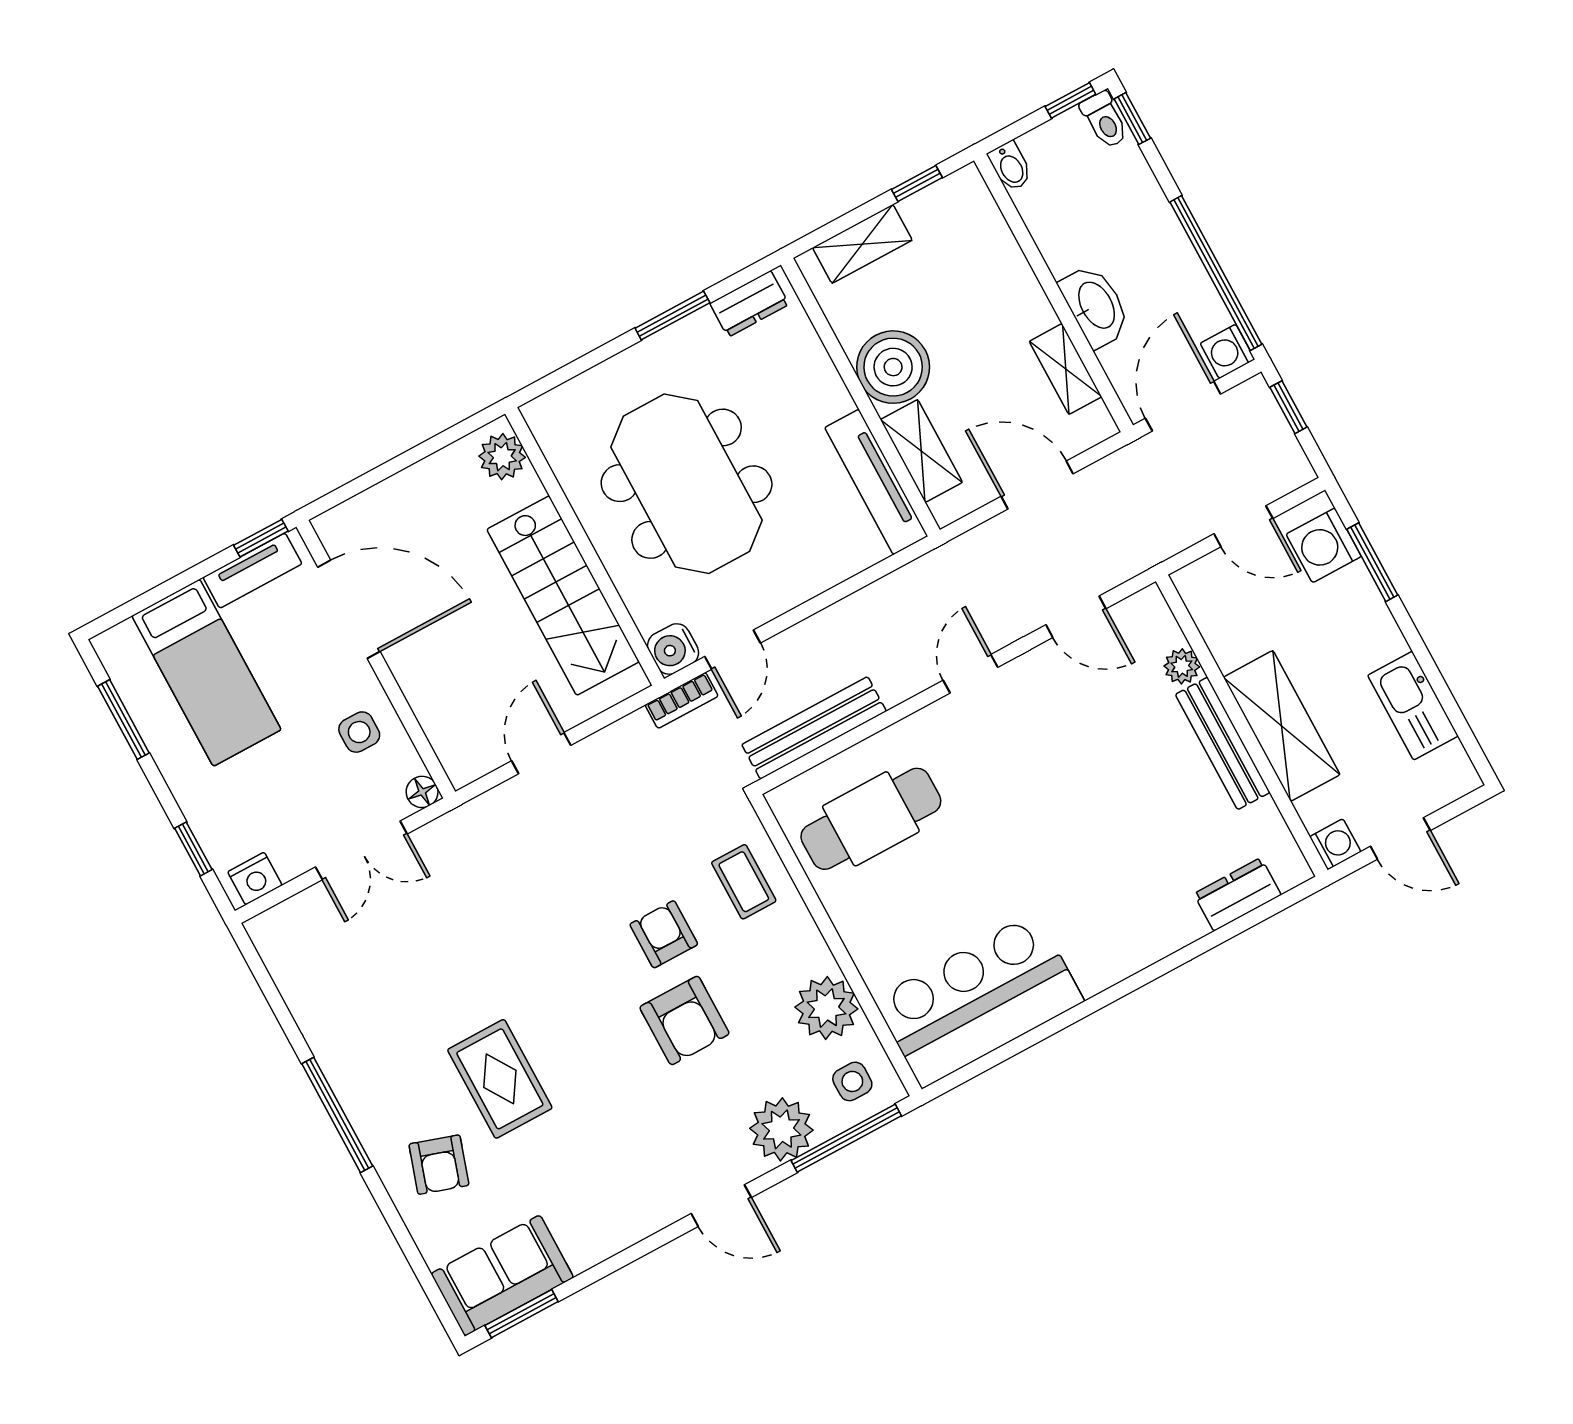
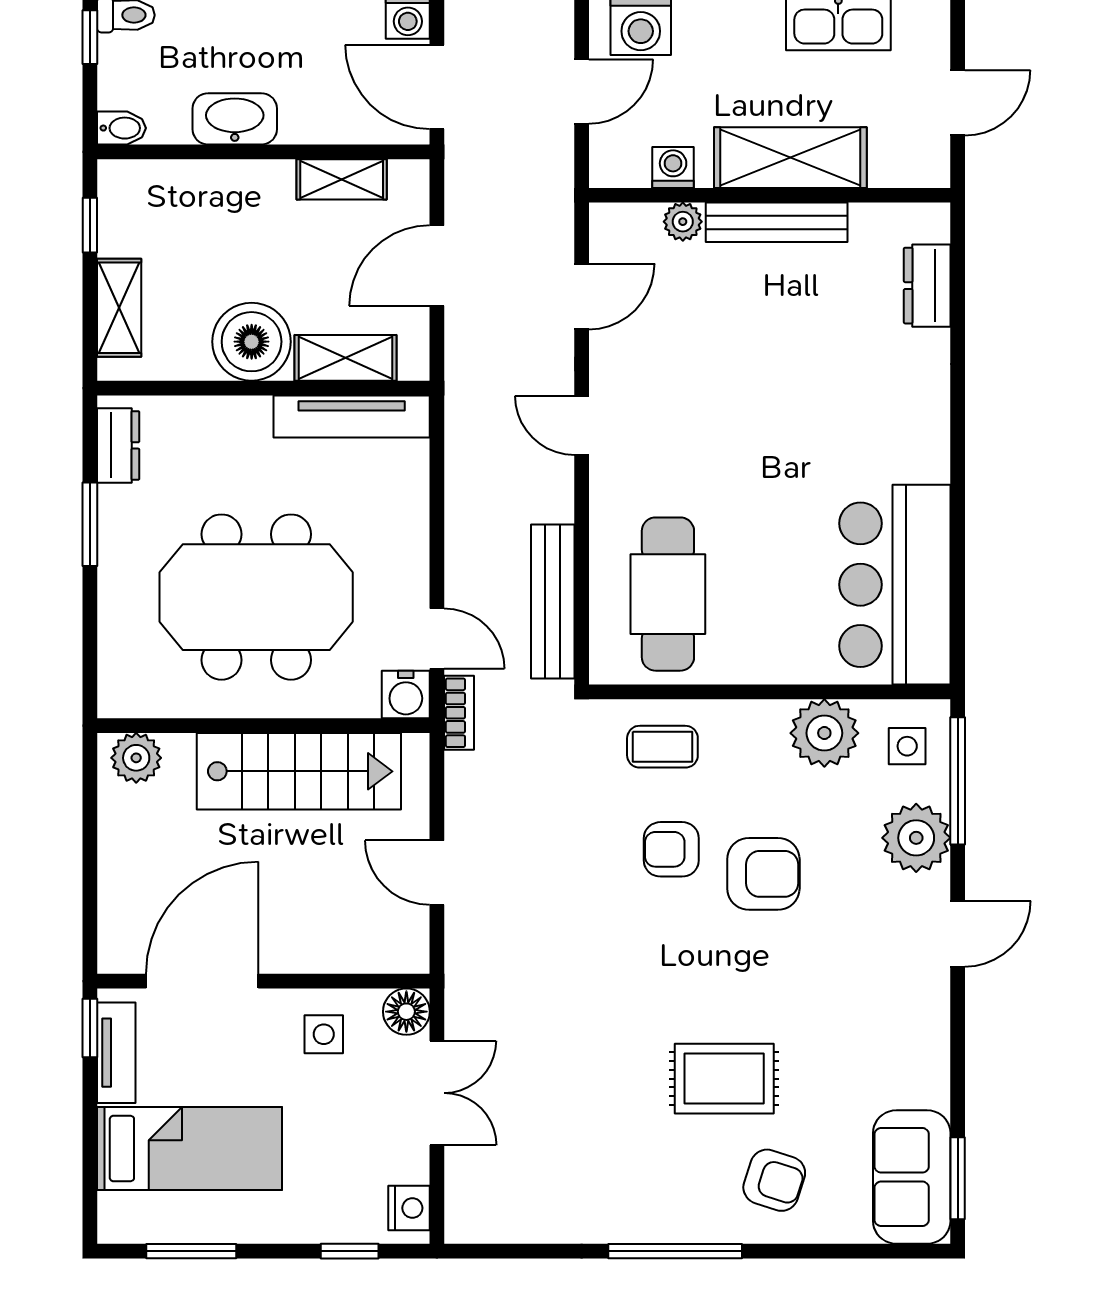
washbasin: (1095, 306) -> (235, 119), moved
floor lamp: (422, 792) -> (406, 1012), width x1.37, depth x1.37
washing machine: (1335, 844) -> (673, 167), moved

